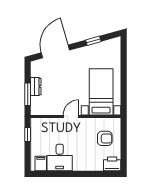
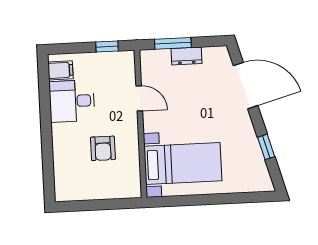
door: (71, 116) -> (139, 98), moved
armchair: (105, 138) -> (103, 148), moved
printer: (112, 164) -> (66, 187), removed

